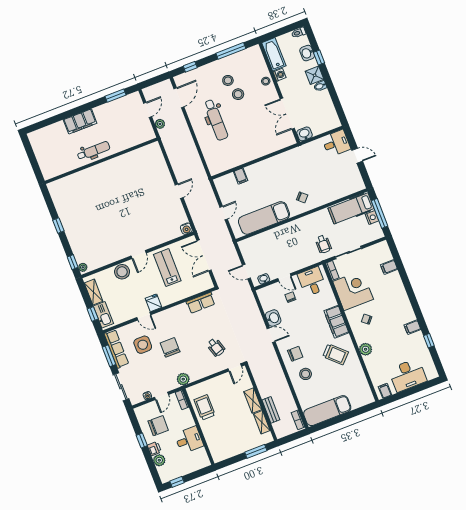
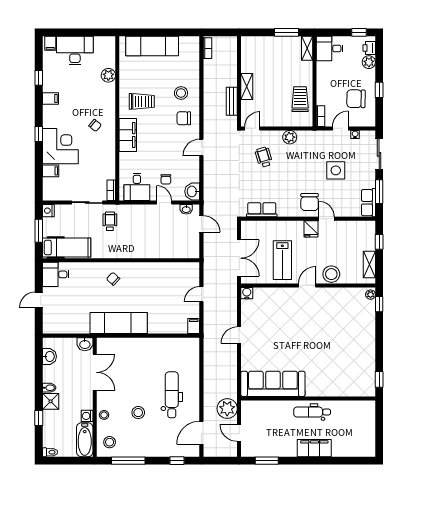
washbasin: (307, 53) -> (49, 356), moved
stool: (228, 80) -> (110, 442), moved
door: (148, 110) -> (239, 433), hinge flipped
plant: (160, 124) -> (227, 409), width x1.88, depth x1.88
desk: (336, 143) -> (56, 274), moved
door: (357, 156) -> (39, 300), hinge flipped
sofa: (135, 162) -> (273, 384), added
filing cabinet: (241, 176) -> (194, 326), moved
window: (380, 213) -> (39, 231), width x0.69
exam couch: (264, 218) -> (119, 323), moved, turned 180
nightstand: (372, 218) -> (48, 211), moved
window: (58, 225) -> (379, 379), moved
corner desk: (353, 290) -> (60, 146), moved, turned 180
window: (411, 294) -> (39, 134), added
kitchen sink: (103, 315) -> (368, 237), removed
washbasin: (273, 318) -> (192, 191), moved
door: (271, 335) -> (201, 148), hinge flipped
side table: (143, 345) -> (336, 170), moved
chair: (170, 347) -> (310, 202), moved
row of seats: (116, 349) -> (368, 203), width x0.68
plant: (366, 349) -> (108, 75), moved
trolley: (336, 354) -> (142, 101), turned 136
plant: (183, 379) -> (290, 137), moved
filing cabinet: (385, 391) -> (50, 43), moved
trolley: (205, 407) -> (300, 99), turned 180
bench: (271, 410) -> (232, 101), moved
exam couch: (327, 411) -> (152, 46), moved
shelving: (262, 422) -> (307, 48), moved
desk: (189, 440) -> (330, 48), moved
printer: (154, 449) -> (369, 48), moved
window: (256, 451) -> (287, 32), moved

